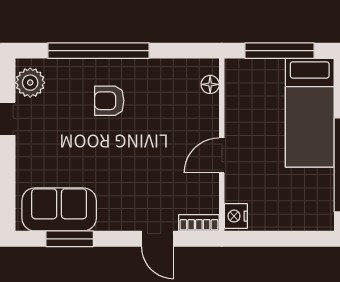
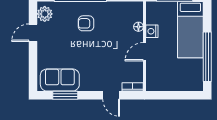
floor lamp: (210, 84) -> (138, 27), moved
nightstand: (236, 216) -> (152, 31), moved

